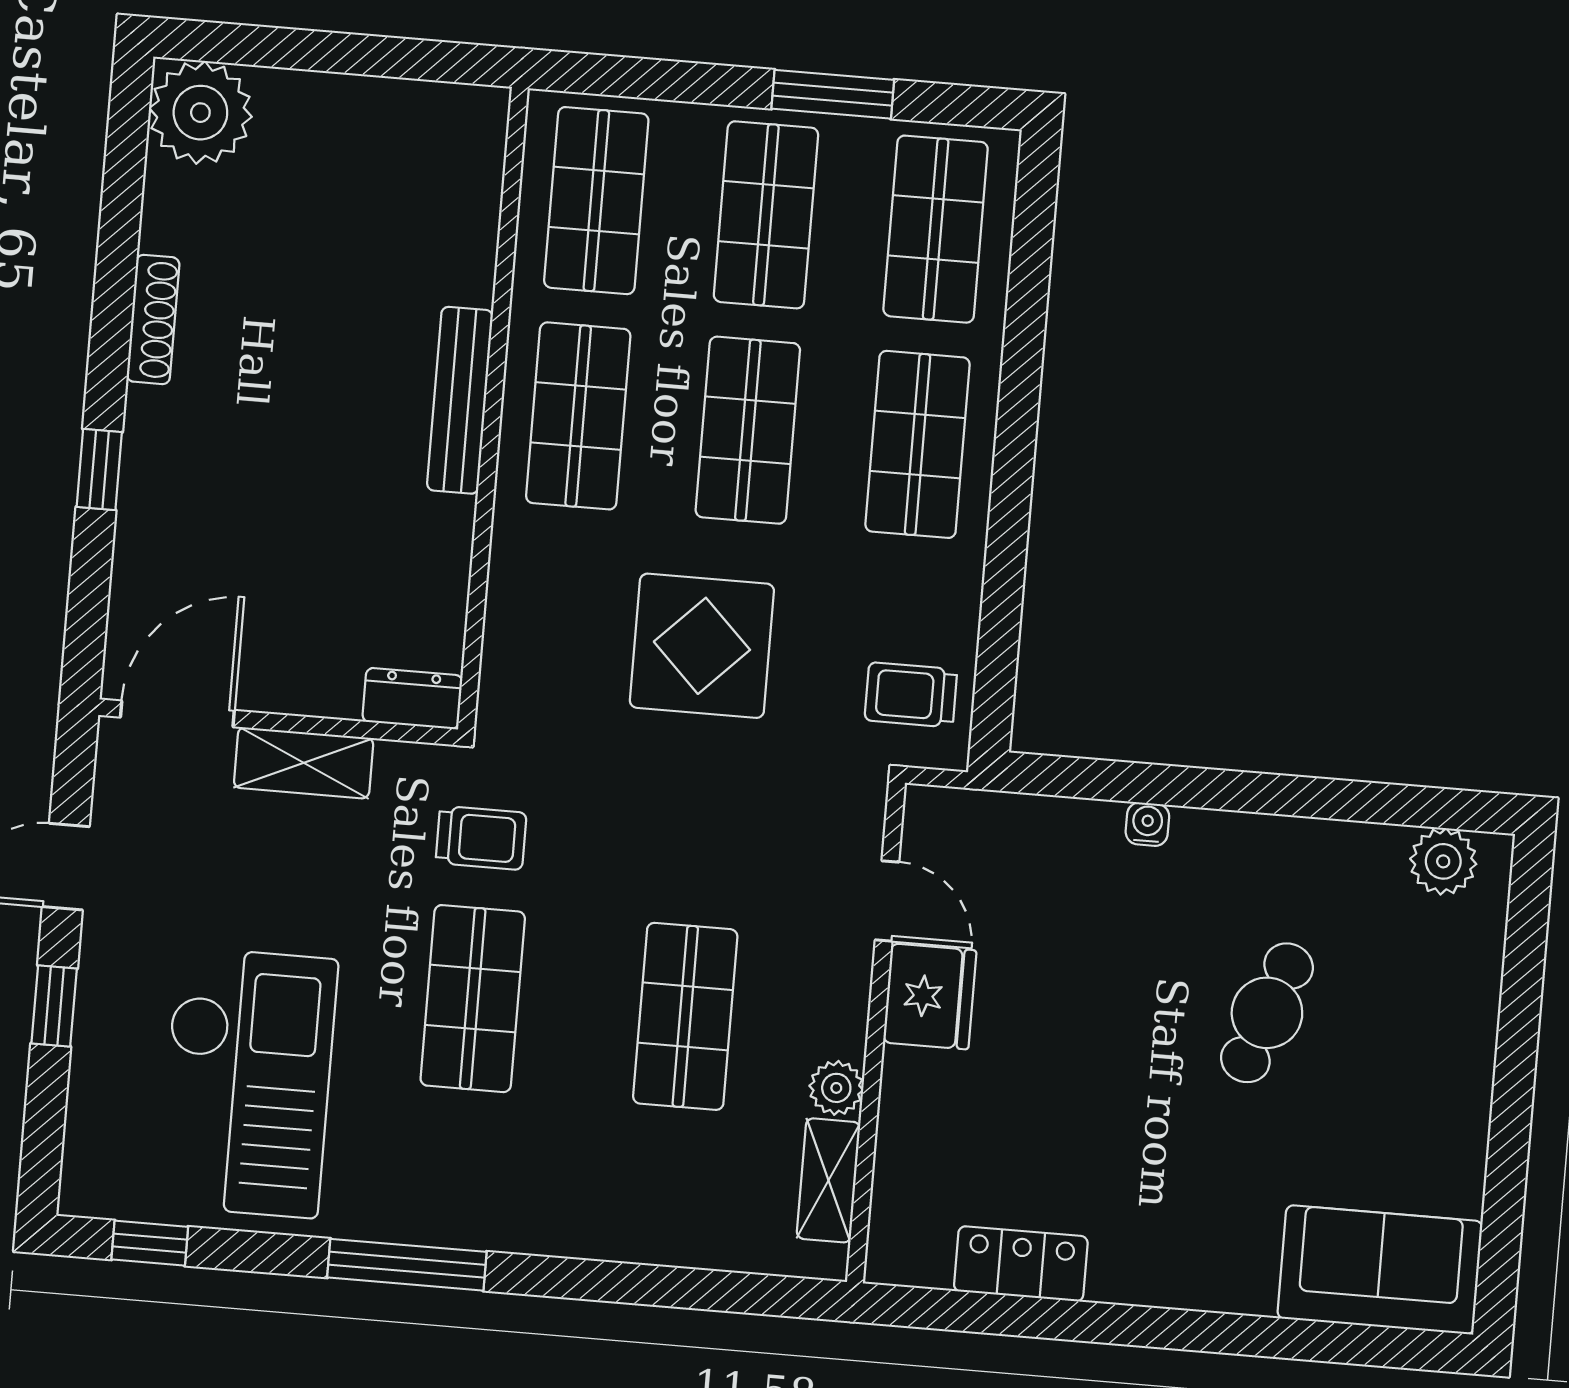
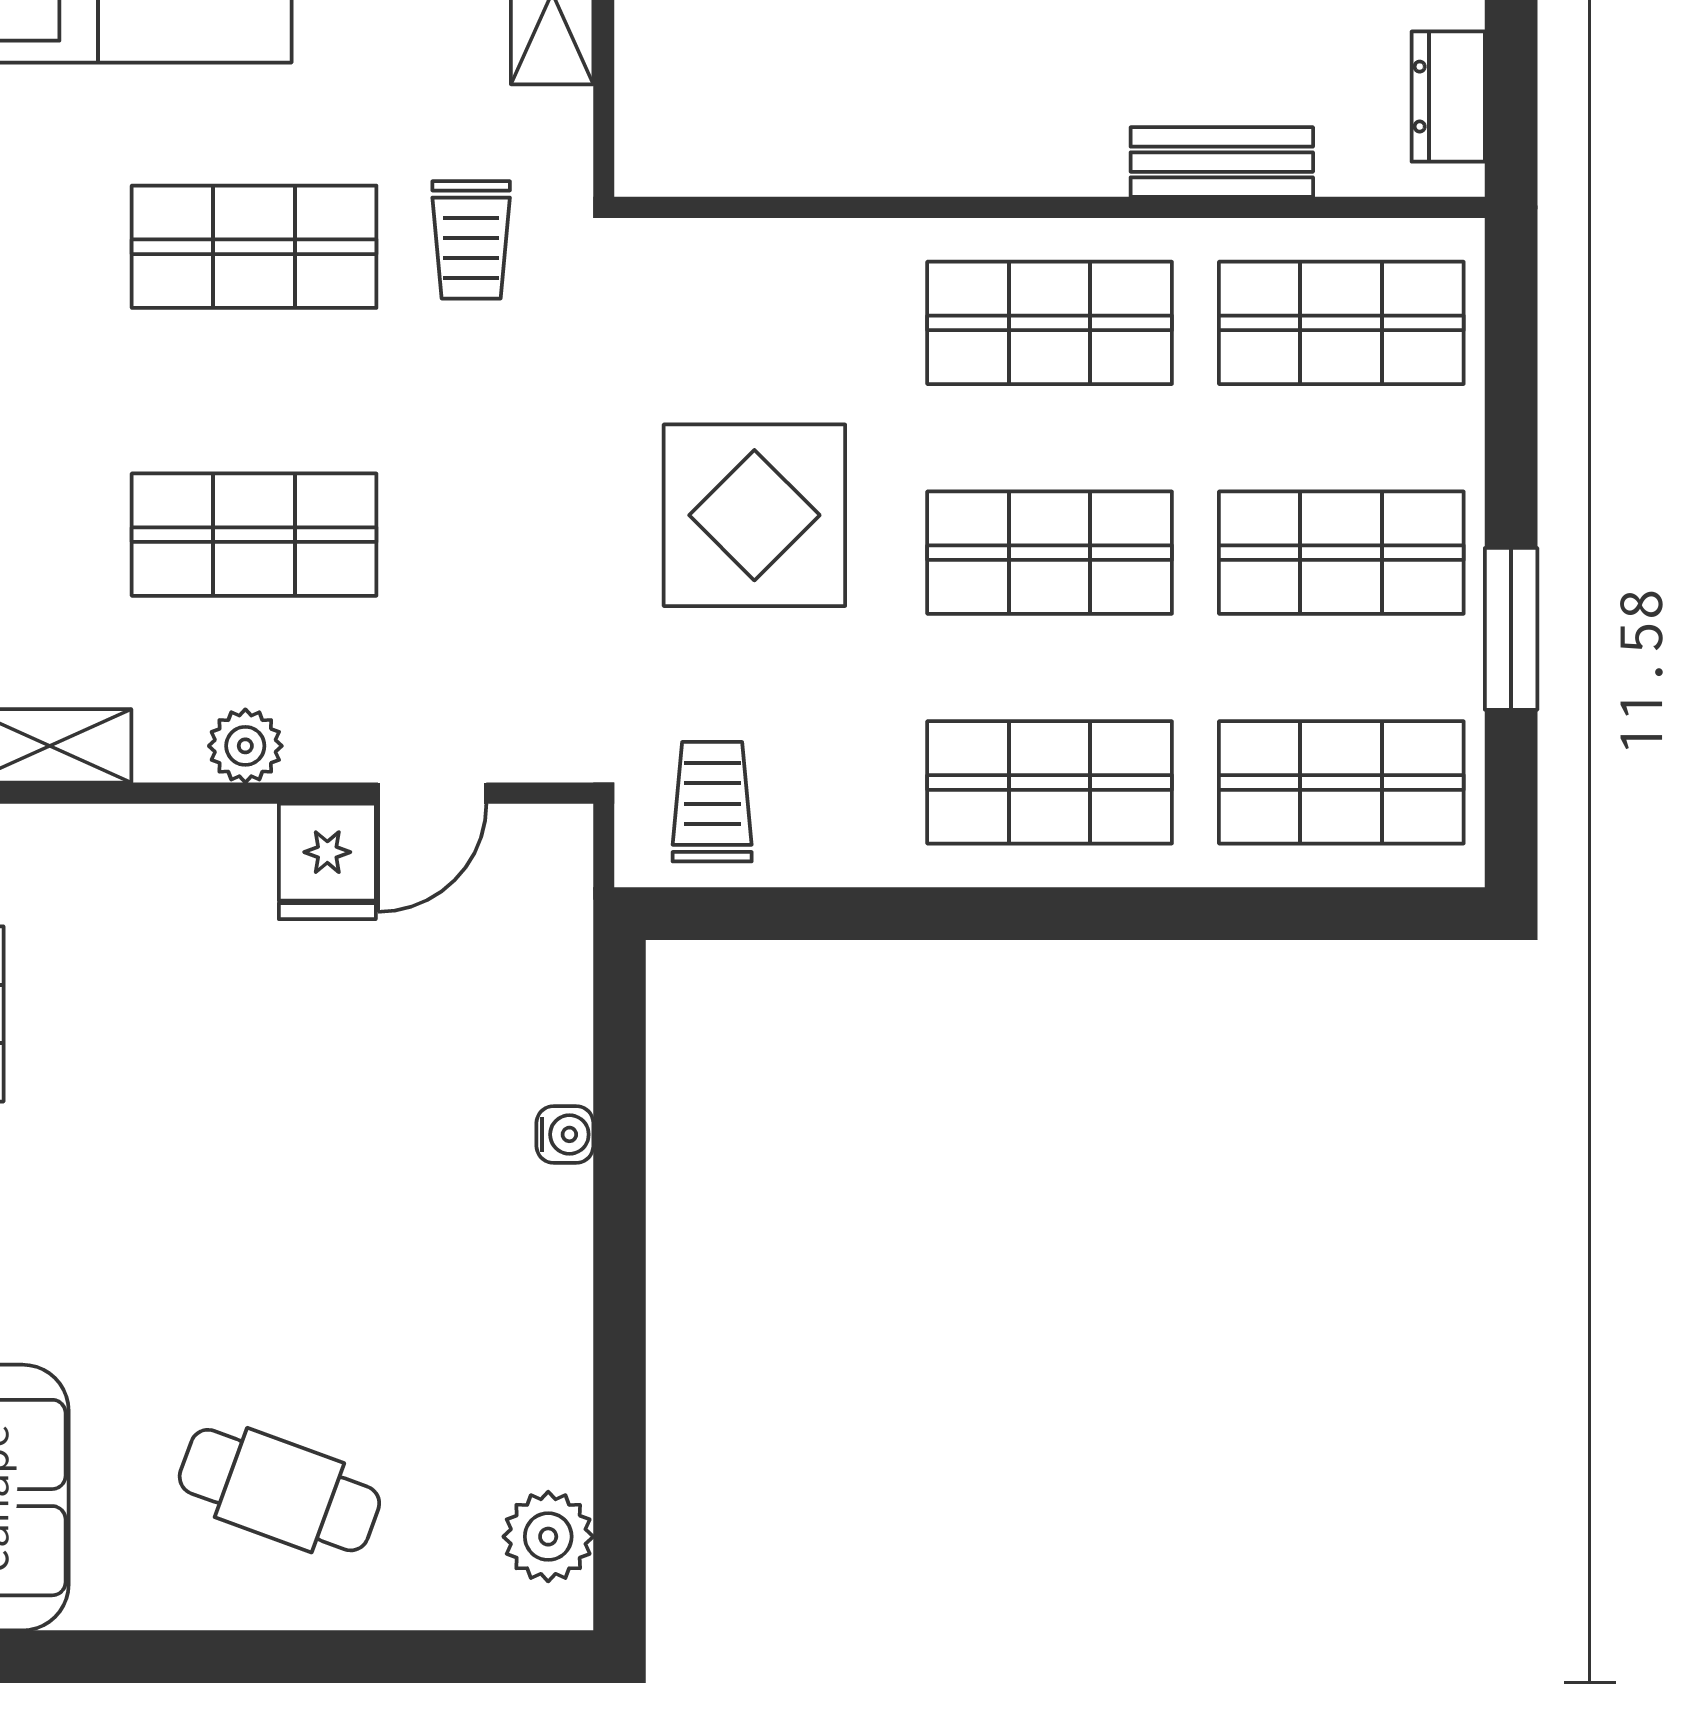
bench: (460, 400) -> (1222, 162), moved, width x0.73
dresser: (412, 698) -> (1448, 97), moved, turned 180
fridge: (930, 996) -> (327, 861), width x0.72
cafe table: (1267, 1013) -> (279, 1490), moved
plant: (836, 1088) -> (245, 746), moved

